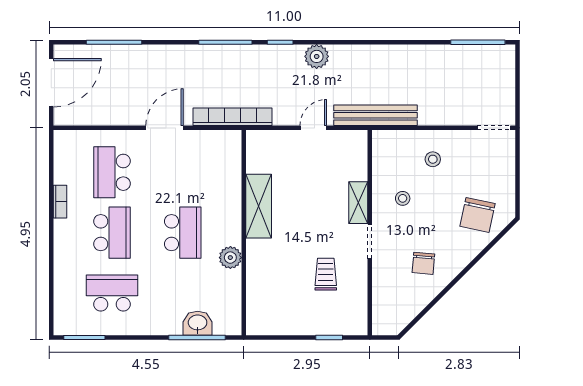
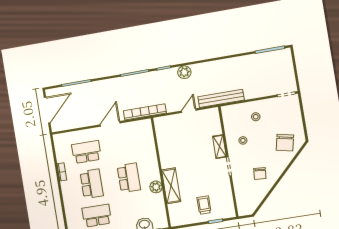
school desk: (112, 172) -> (86, 152), turned 90
shelving: (259, 206) -> (171, 186), moved
trolley: (326, 274) -> (204, 205), moved

